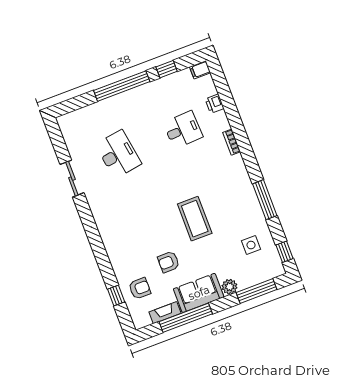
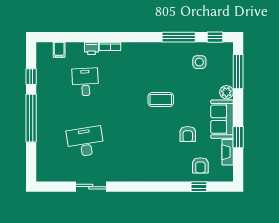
filing cabinet: (200, 70) -> (59, 50), moved
printer: (215, 104) -> (92, 48), moved
window: (265, 200) -> (179, 37), moved
coffee table: (195, 219) -> (161, 100), width x0.73, depth x0.76
armchair: (140, 288) -> (200, 165), turned 180
window: (186, 318) -> (238, 137), width x0.47

